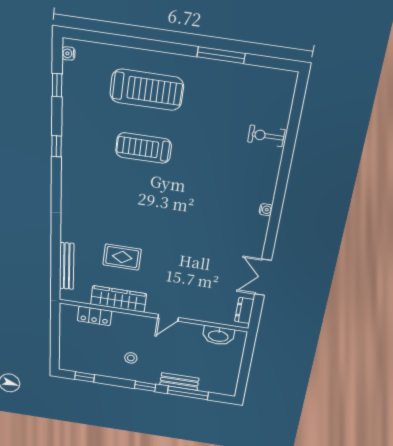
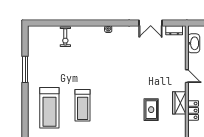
treadmill: (147, 90) -> (49, 108), turned 180
wardrobe: (119, 299) -> (179, 103), width x0.67
locker: (95, 316) -> (193, 110), moved

